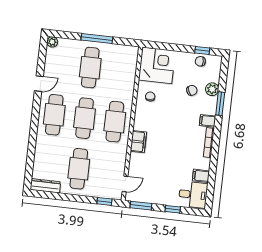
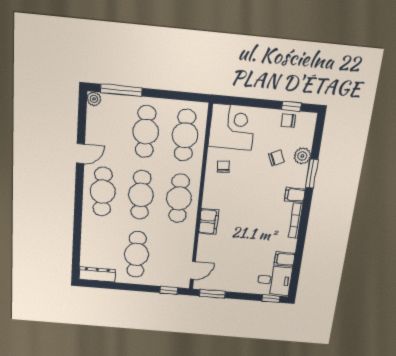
window: (97, 39) -> (121, 90), moved
cafe table: (121, 71) -> (185, 135), added
window: (173, 209) -> (271, 299), moved

